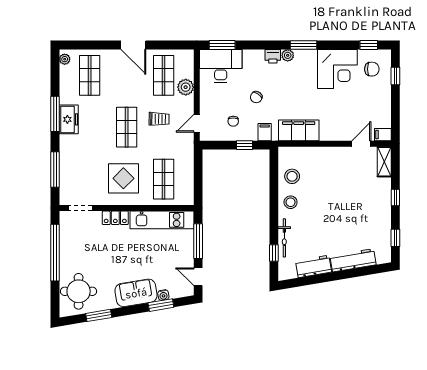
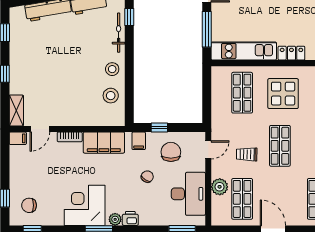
desk: (221, 66) -> (188, 194), moved, turned -90
corner desk: (337, 69) -> (85, 205), moved
chair: (233, 121) -> (171, 152), width x1.87, depth x1.87
bookcase: (332, 136) -> (70, 137), added

